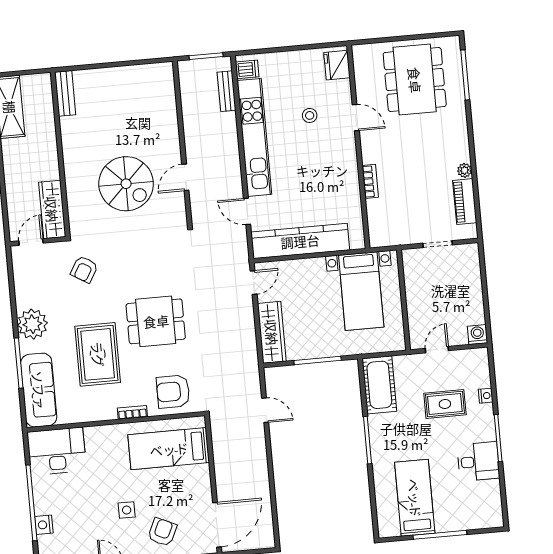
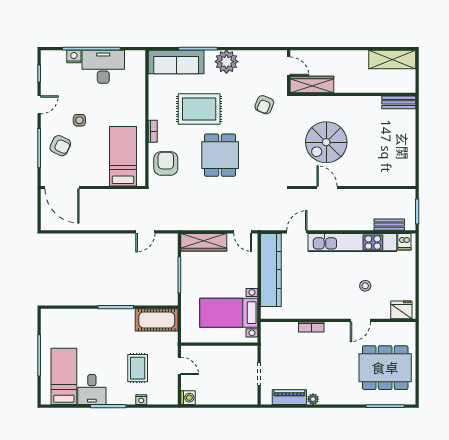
armchair: (84, 269) -> (264, 105), turned -99
desk: (57, 451) -> (103, 67), moved, turned -90
bed: (415, 498) -> (64, 376), moved, turned -90

